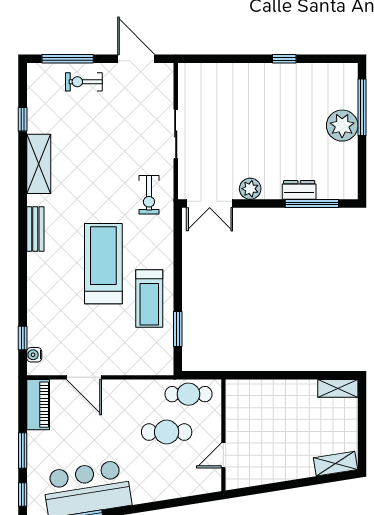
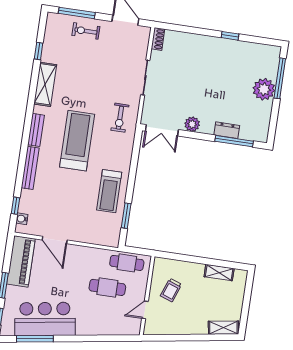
shoe rack: (185, 78) -> (158, 39), added
treadmill: (103, 264) -> (77, 141), moved
bench: (35, 283) -> (30, 168), added
shelving: (338, 388) -> (219, 273), moved
piano: (38, 405) -> (21, 261), width x1.37, depth x1.33
trolley: (255, 423) -> (171, 290), added

